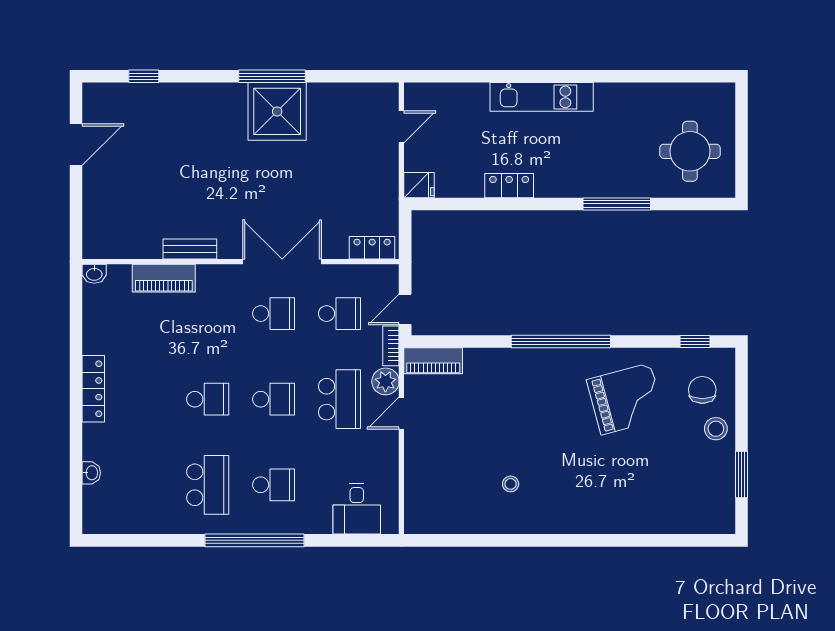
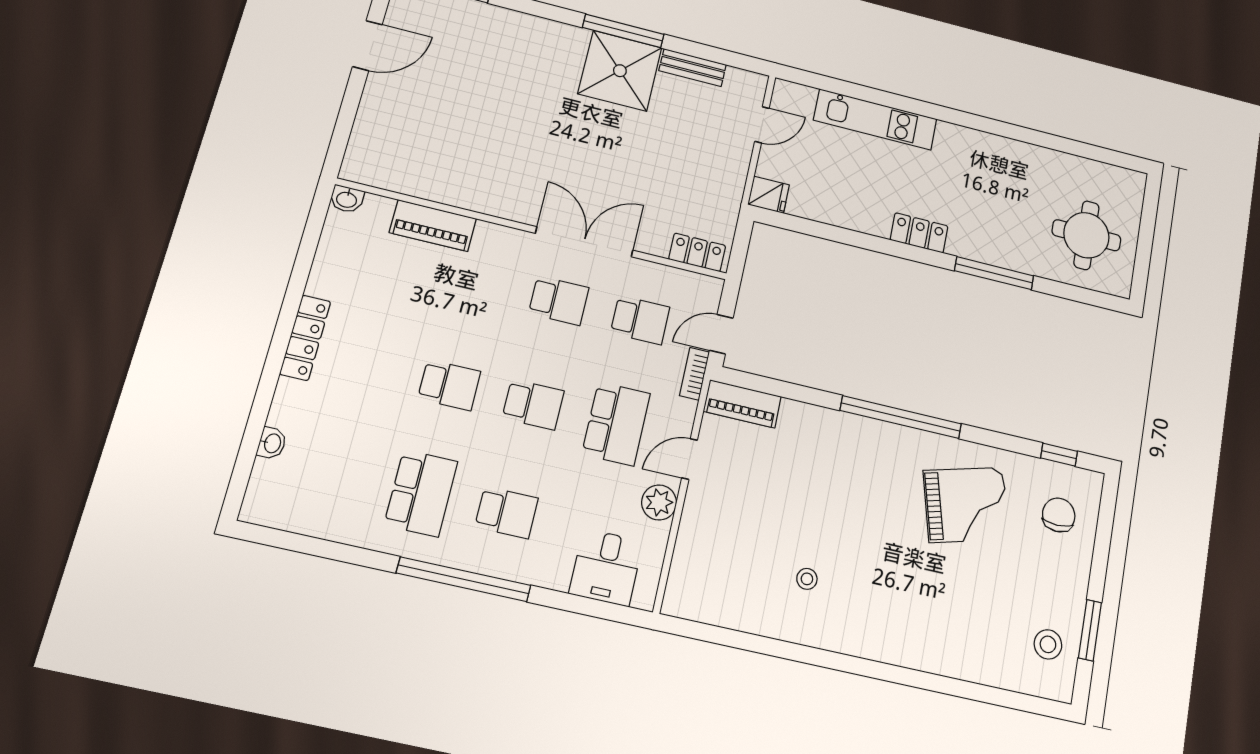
kitchen unit: (542, 97) -> (875, 119), moved
locker: (509, 186) -> (919, 233), moved
bench: (190, 249) -> (693, 68), moved
plant: (385, 381) -> (659, 502), moved
stool: (716, 429) -> (1048, 644), moved

